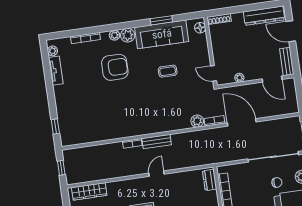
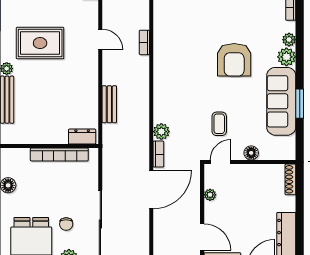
floor lamp: (200, 28) -> (251, 153), moved
armchair: (115, 67) -> (234, 60), moved
coffee table: (168, 71) -> (219, 124), moved
door: (272, 79) -> (202, 237), swing flipped
bench: (157, 142) -> (109, 104), moved
door: (156, 174) -> (100, 39), moved

